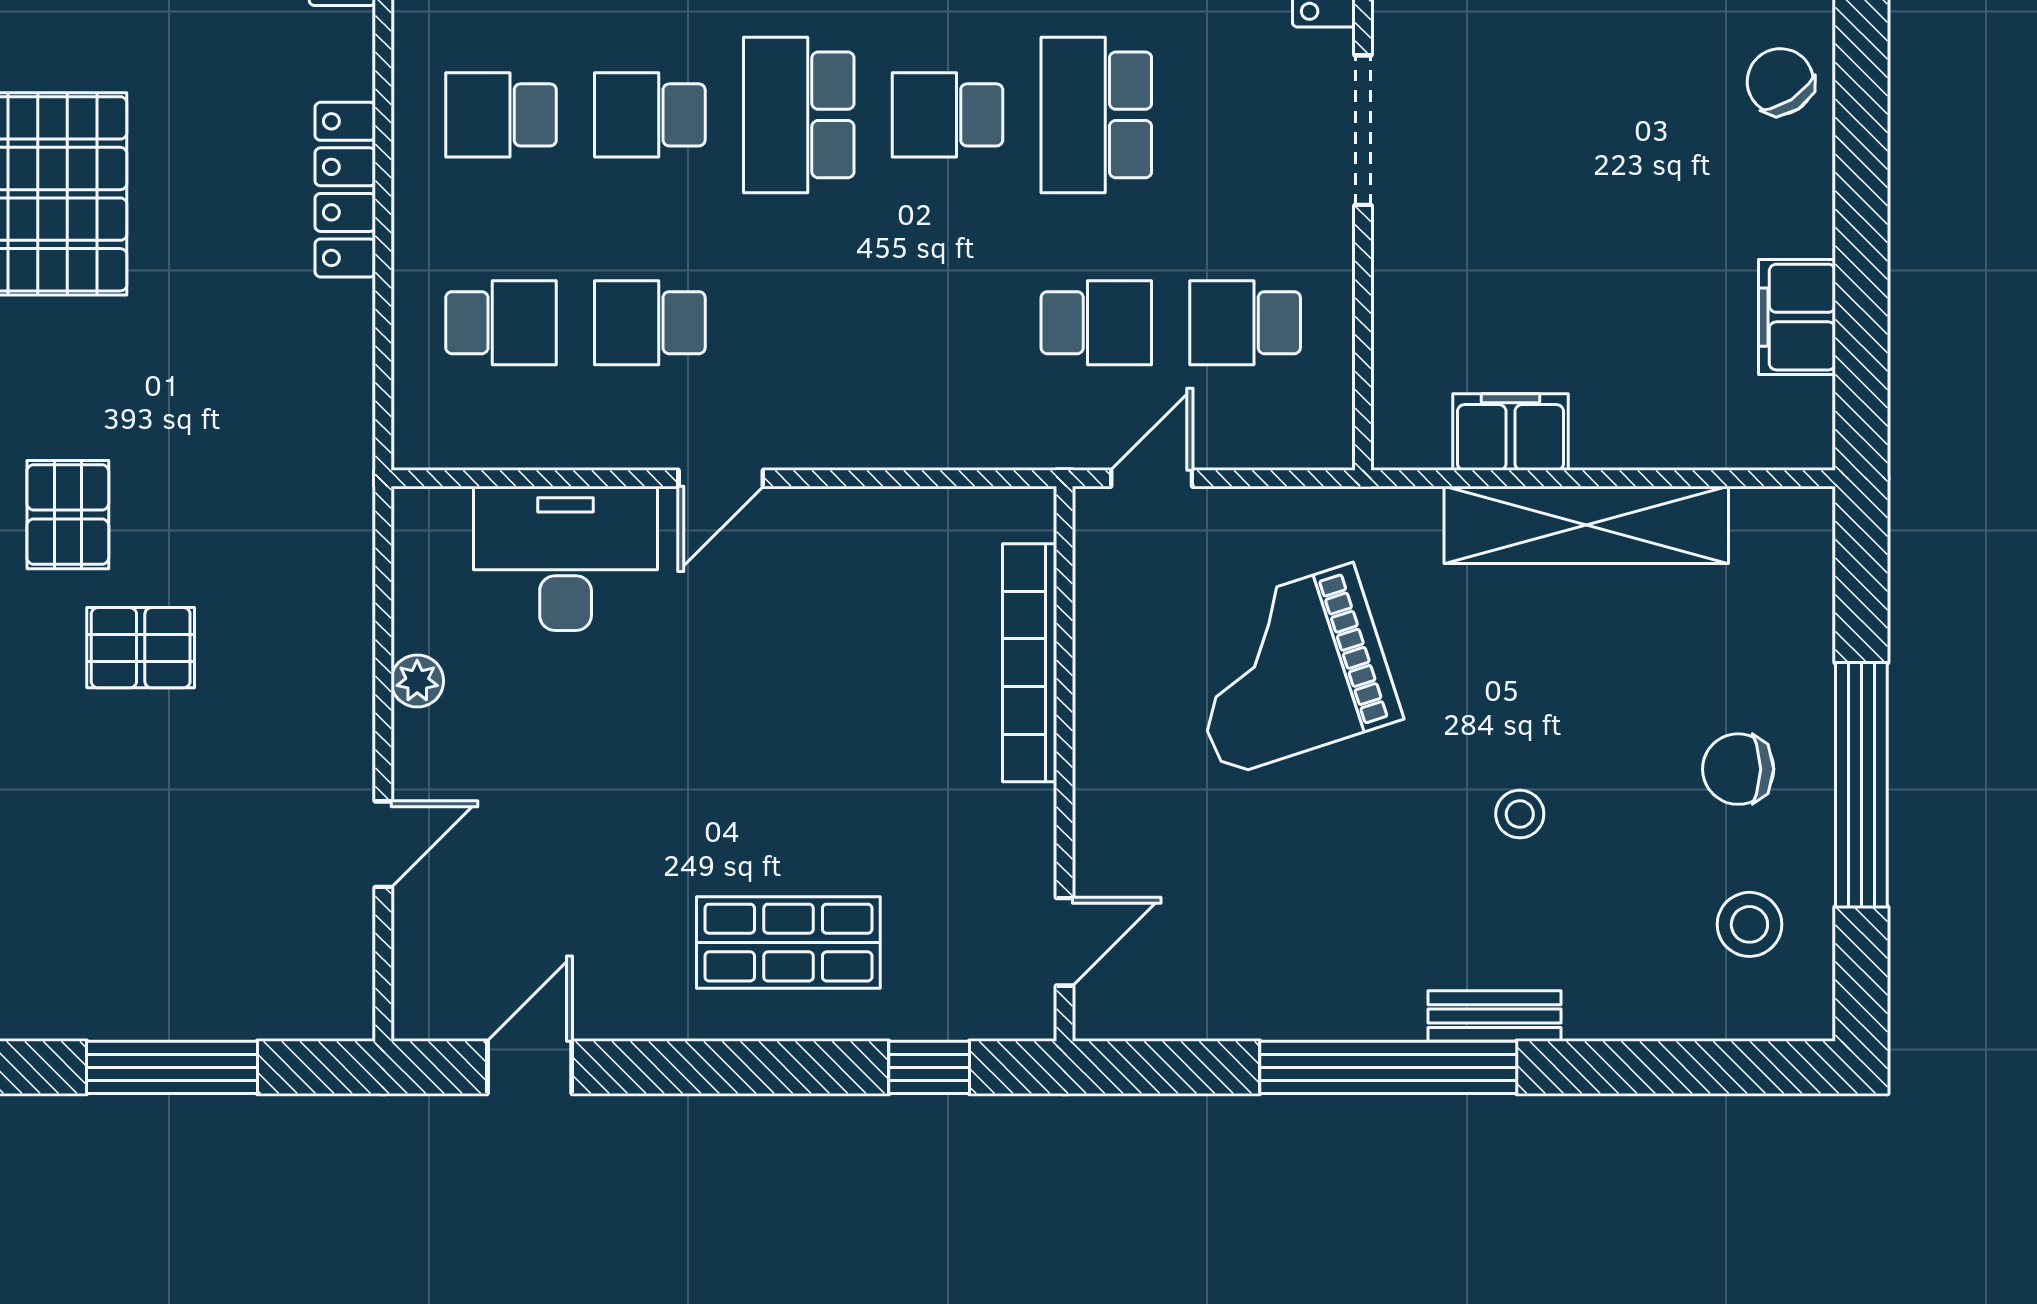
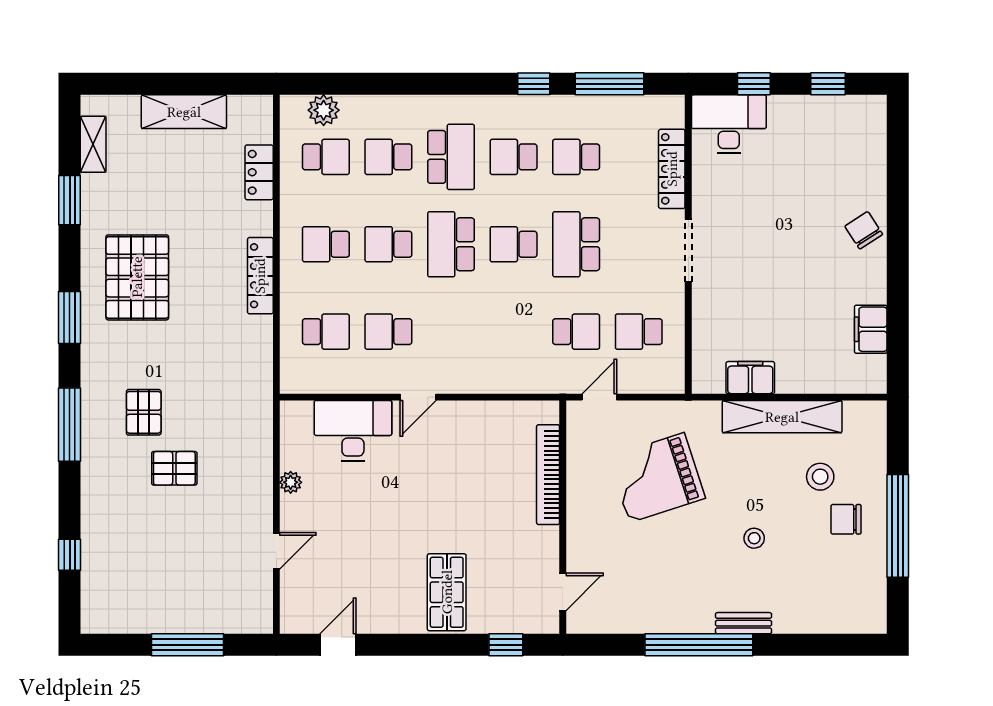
stool: (1749, 924) -> (820, 477), moved
shop shelf: (788, 943) -> (447, 592), turned 90

